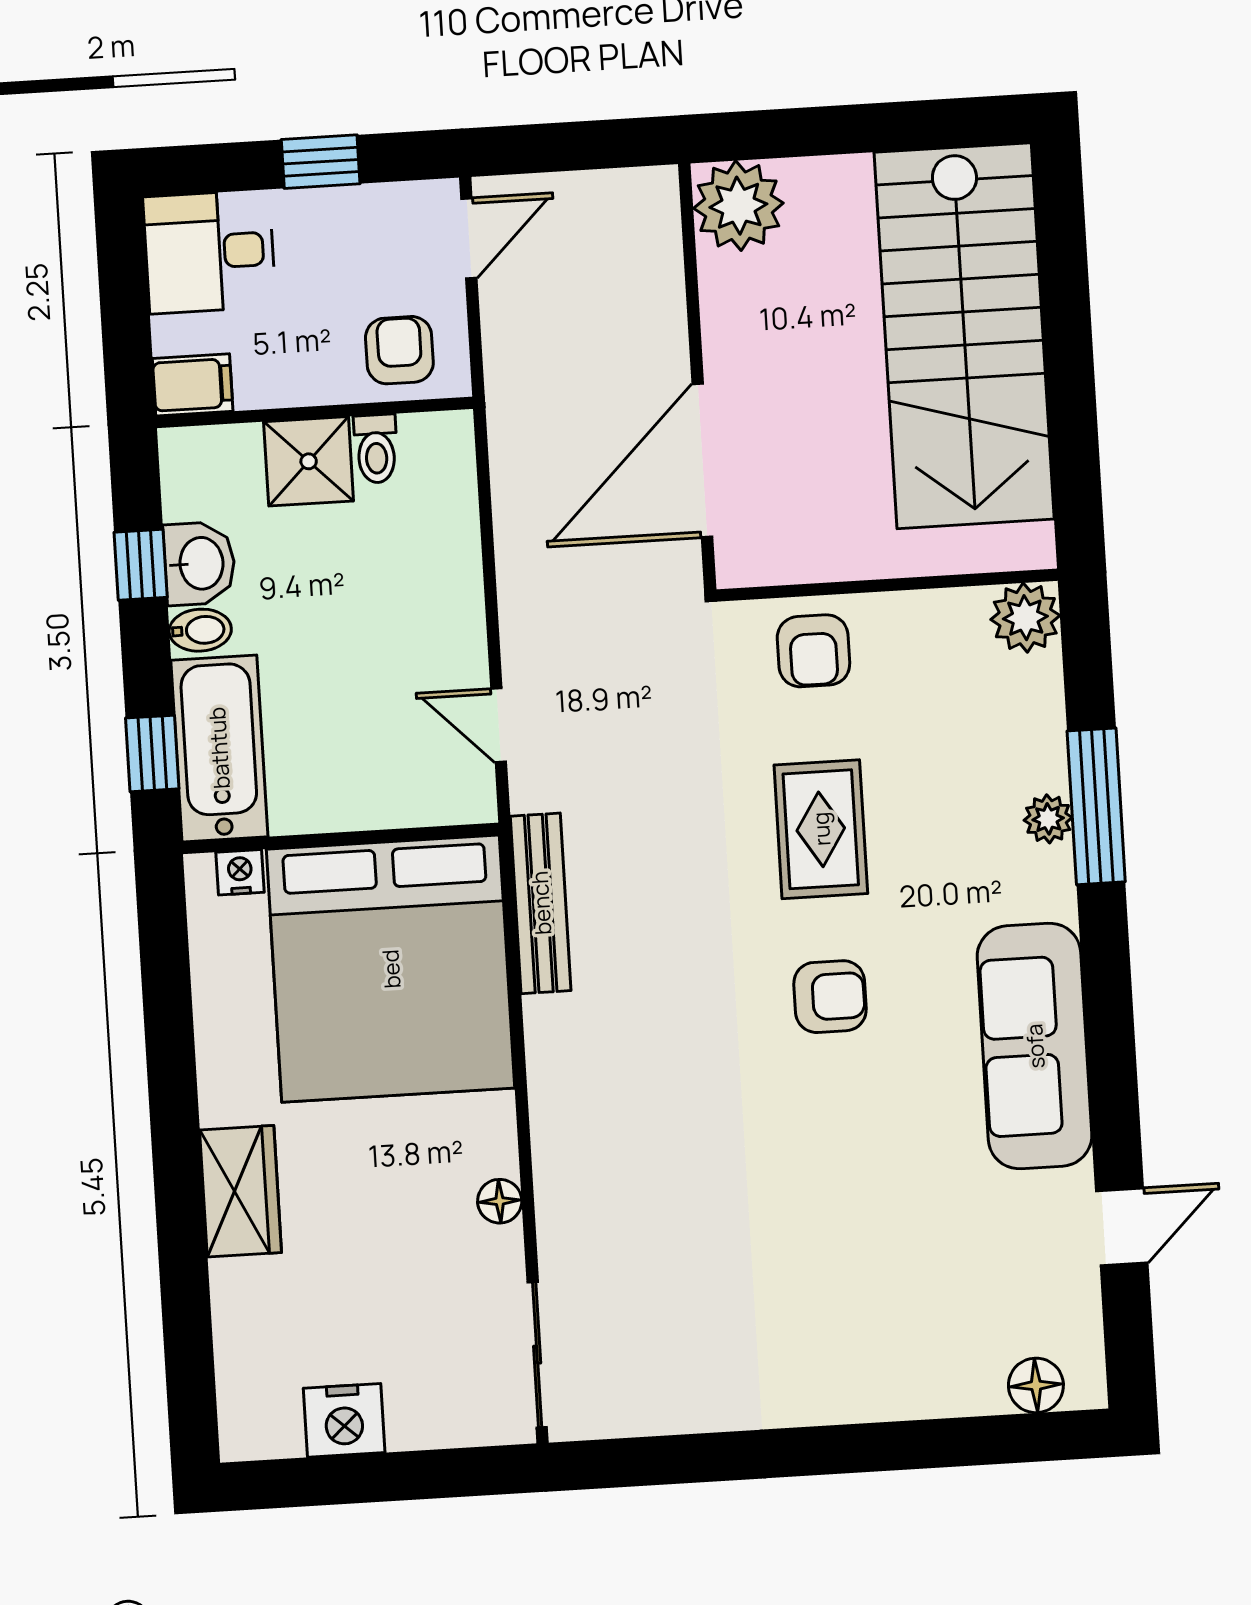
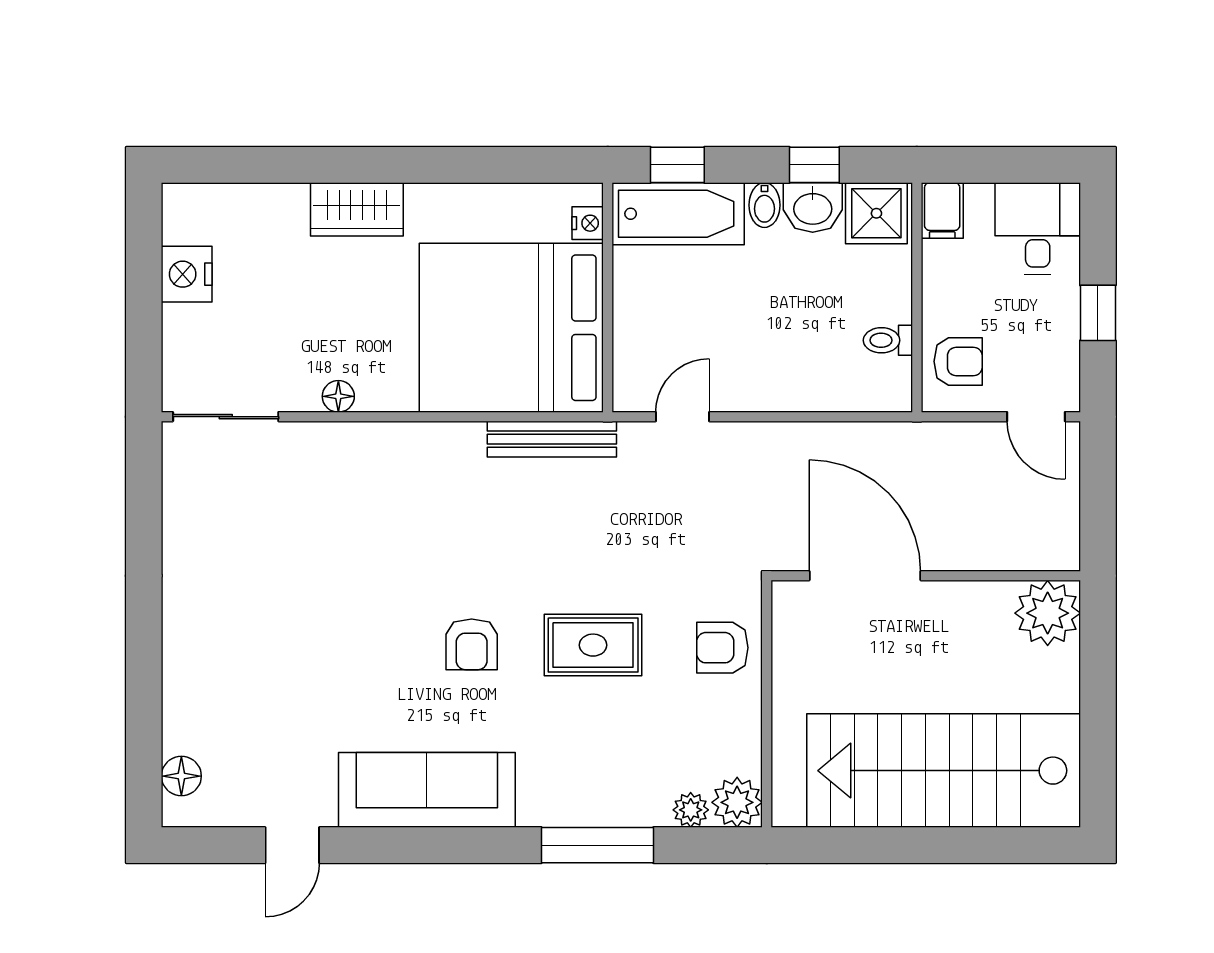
shower: (309, 461) -> (876, 213), moved
plant: (1048, 819) -> (691, 810), moved
door: (1122, 1227) -> (292, 845), hinge flipped

